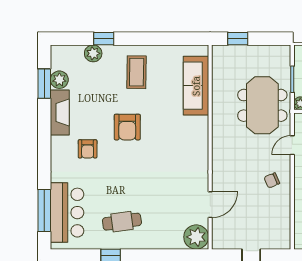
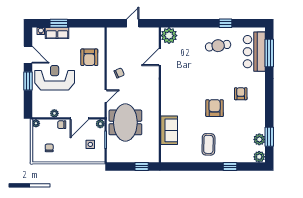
plant: (93, 53) -> (259, 157), moved
sofa: (196, 86) -> (169, 130), width x0.73
fireplace: (60, 112) -> (259, 118), removed

